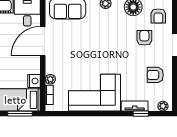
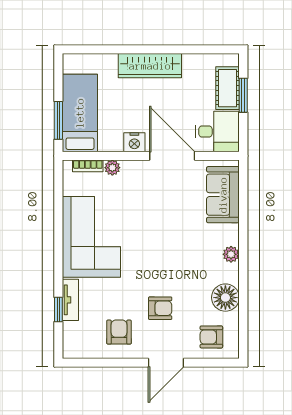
armchair: (144, 38) -> (160, 308), moved
nightstand: (34, 81) -> (134, 142), moved
plant: (163, 106) -> (70, 344), removed

